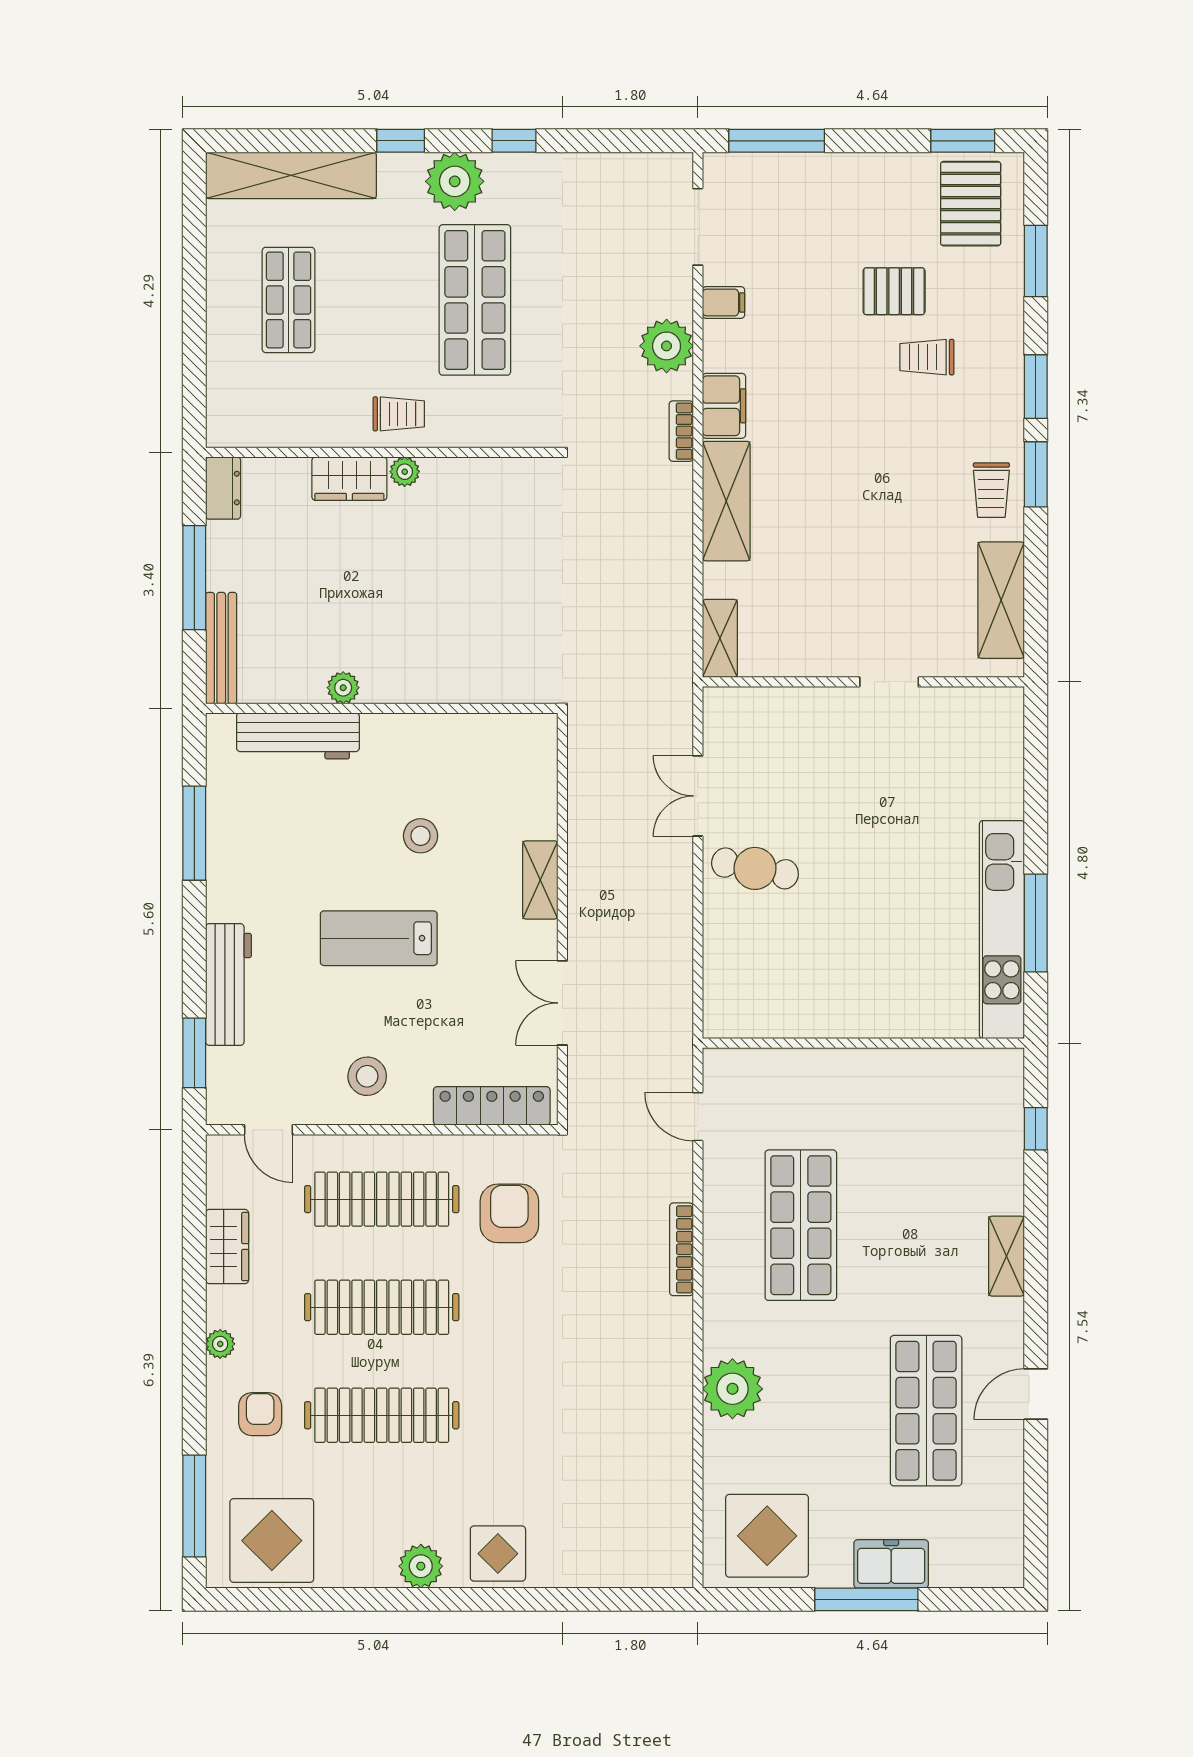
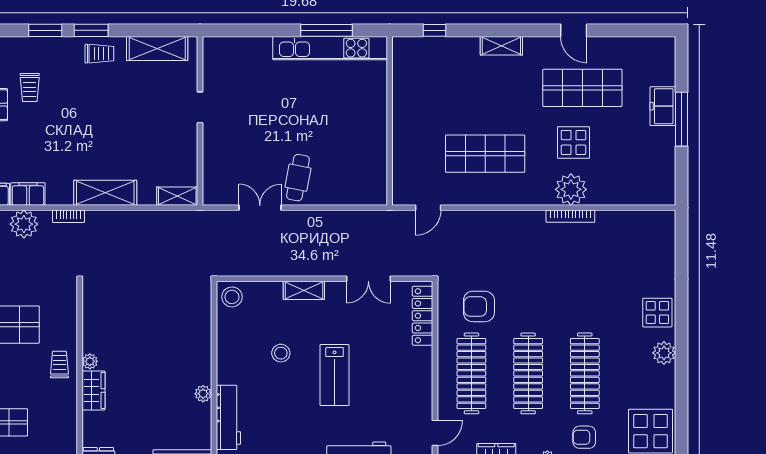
filing cabinet: (724, 406) -> (28, 194), moved
double door: (698, 796) -> (260, 208), swing flipped
stool: (367, 1076) -> (232, 297), moved
bookcase: (681, 1249) -> (570, 216), moved
display table: (767, 1536) -> (573, 142), moved, width x0.73, depth x0.73

